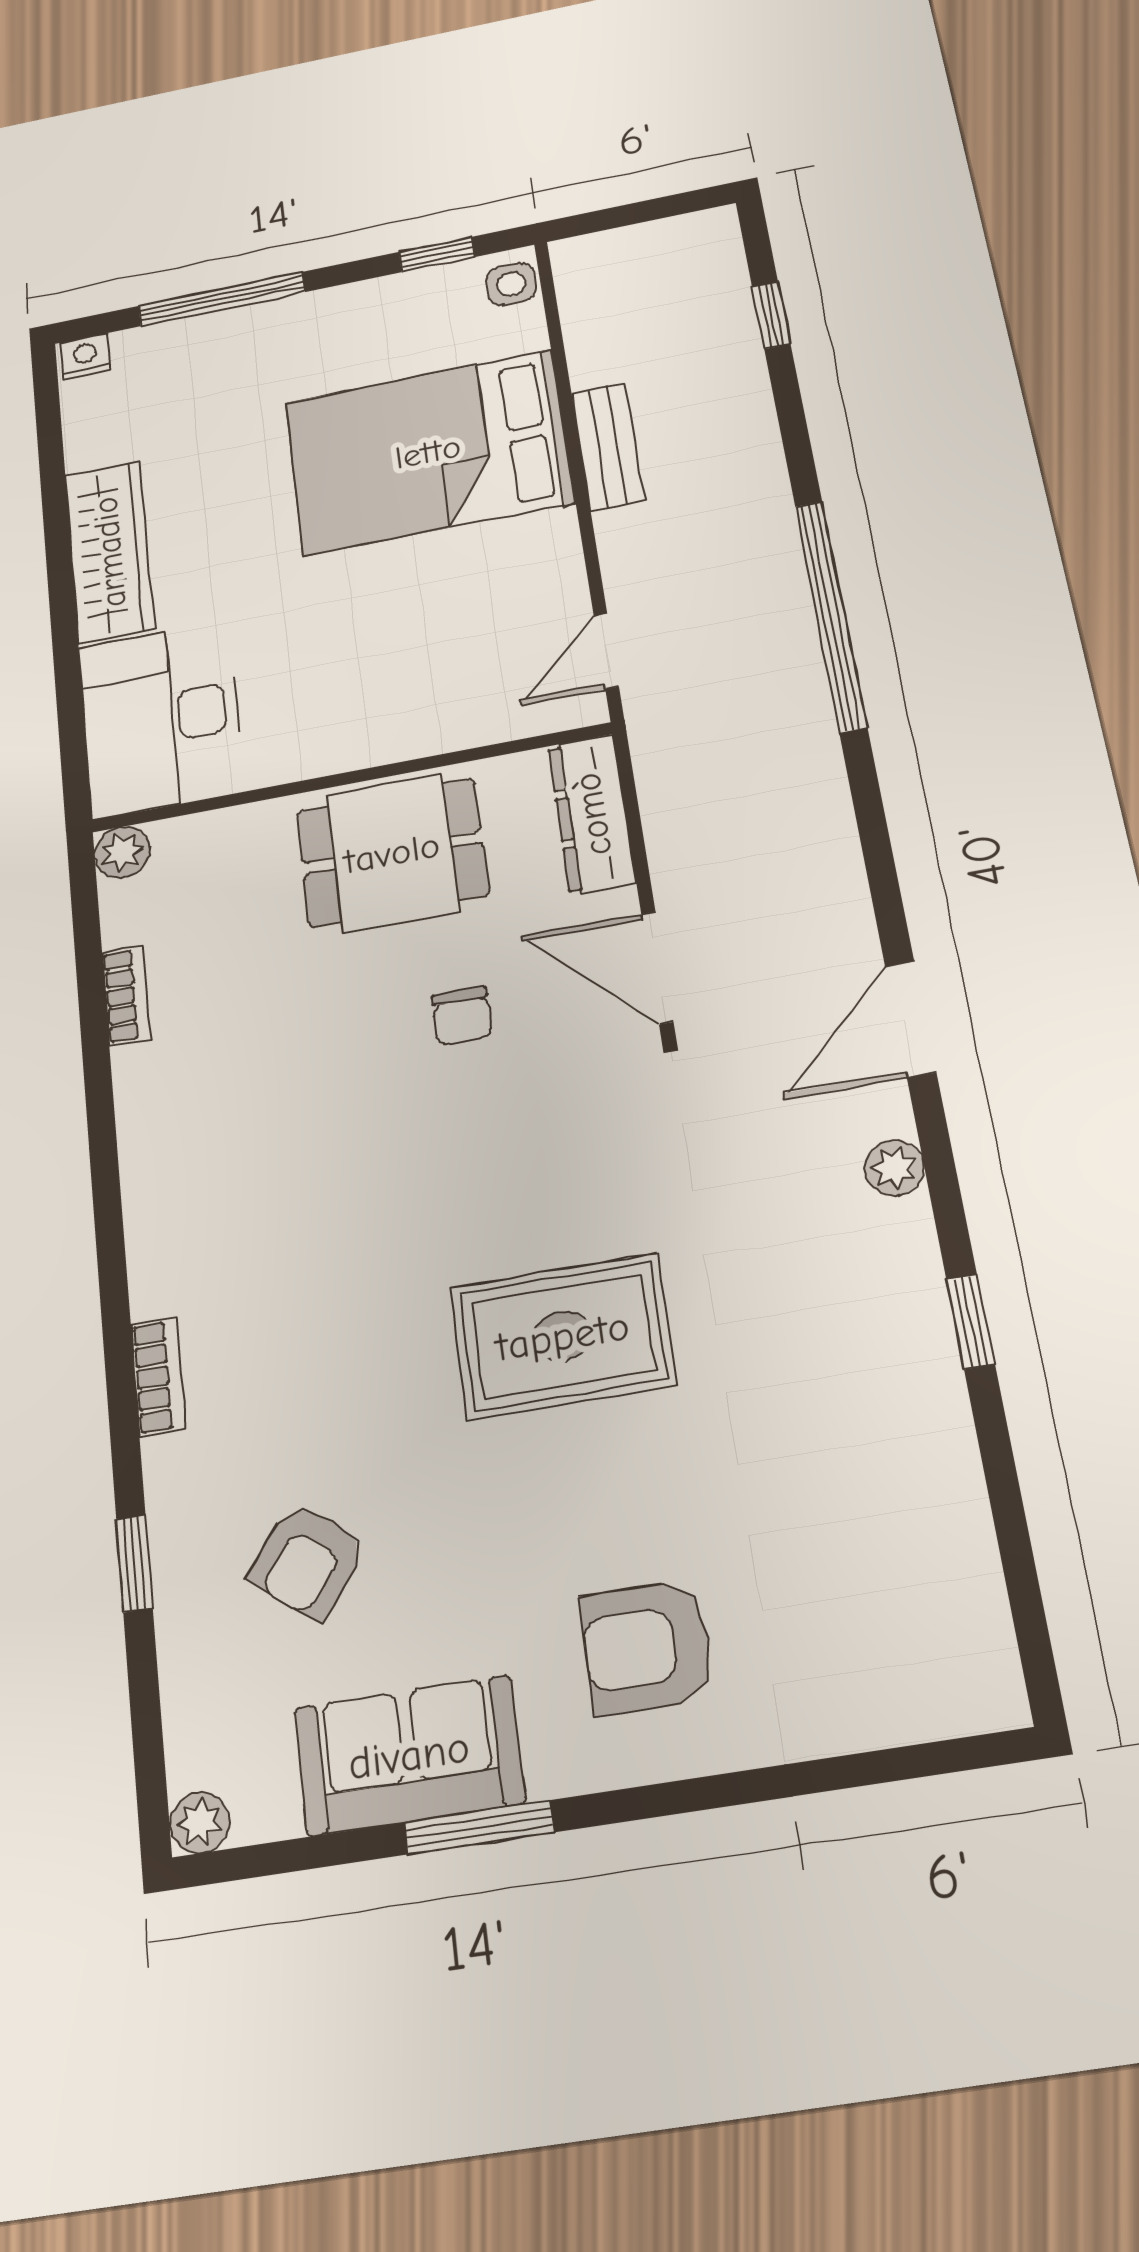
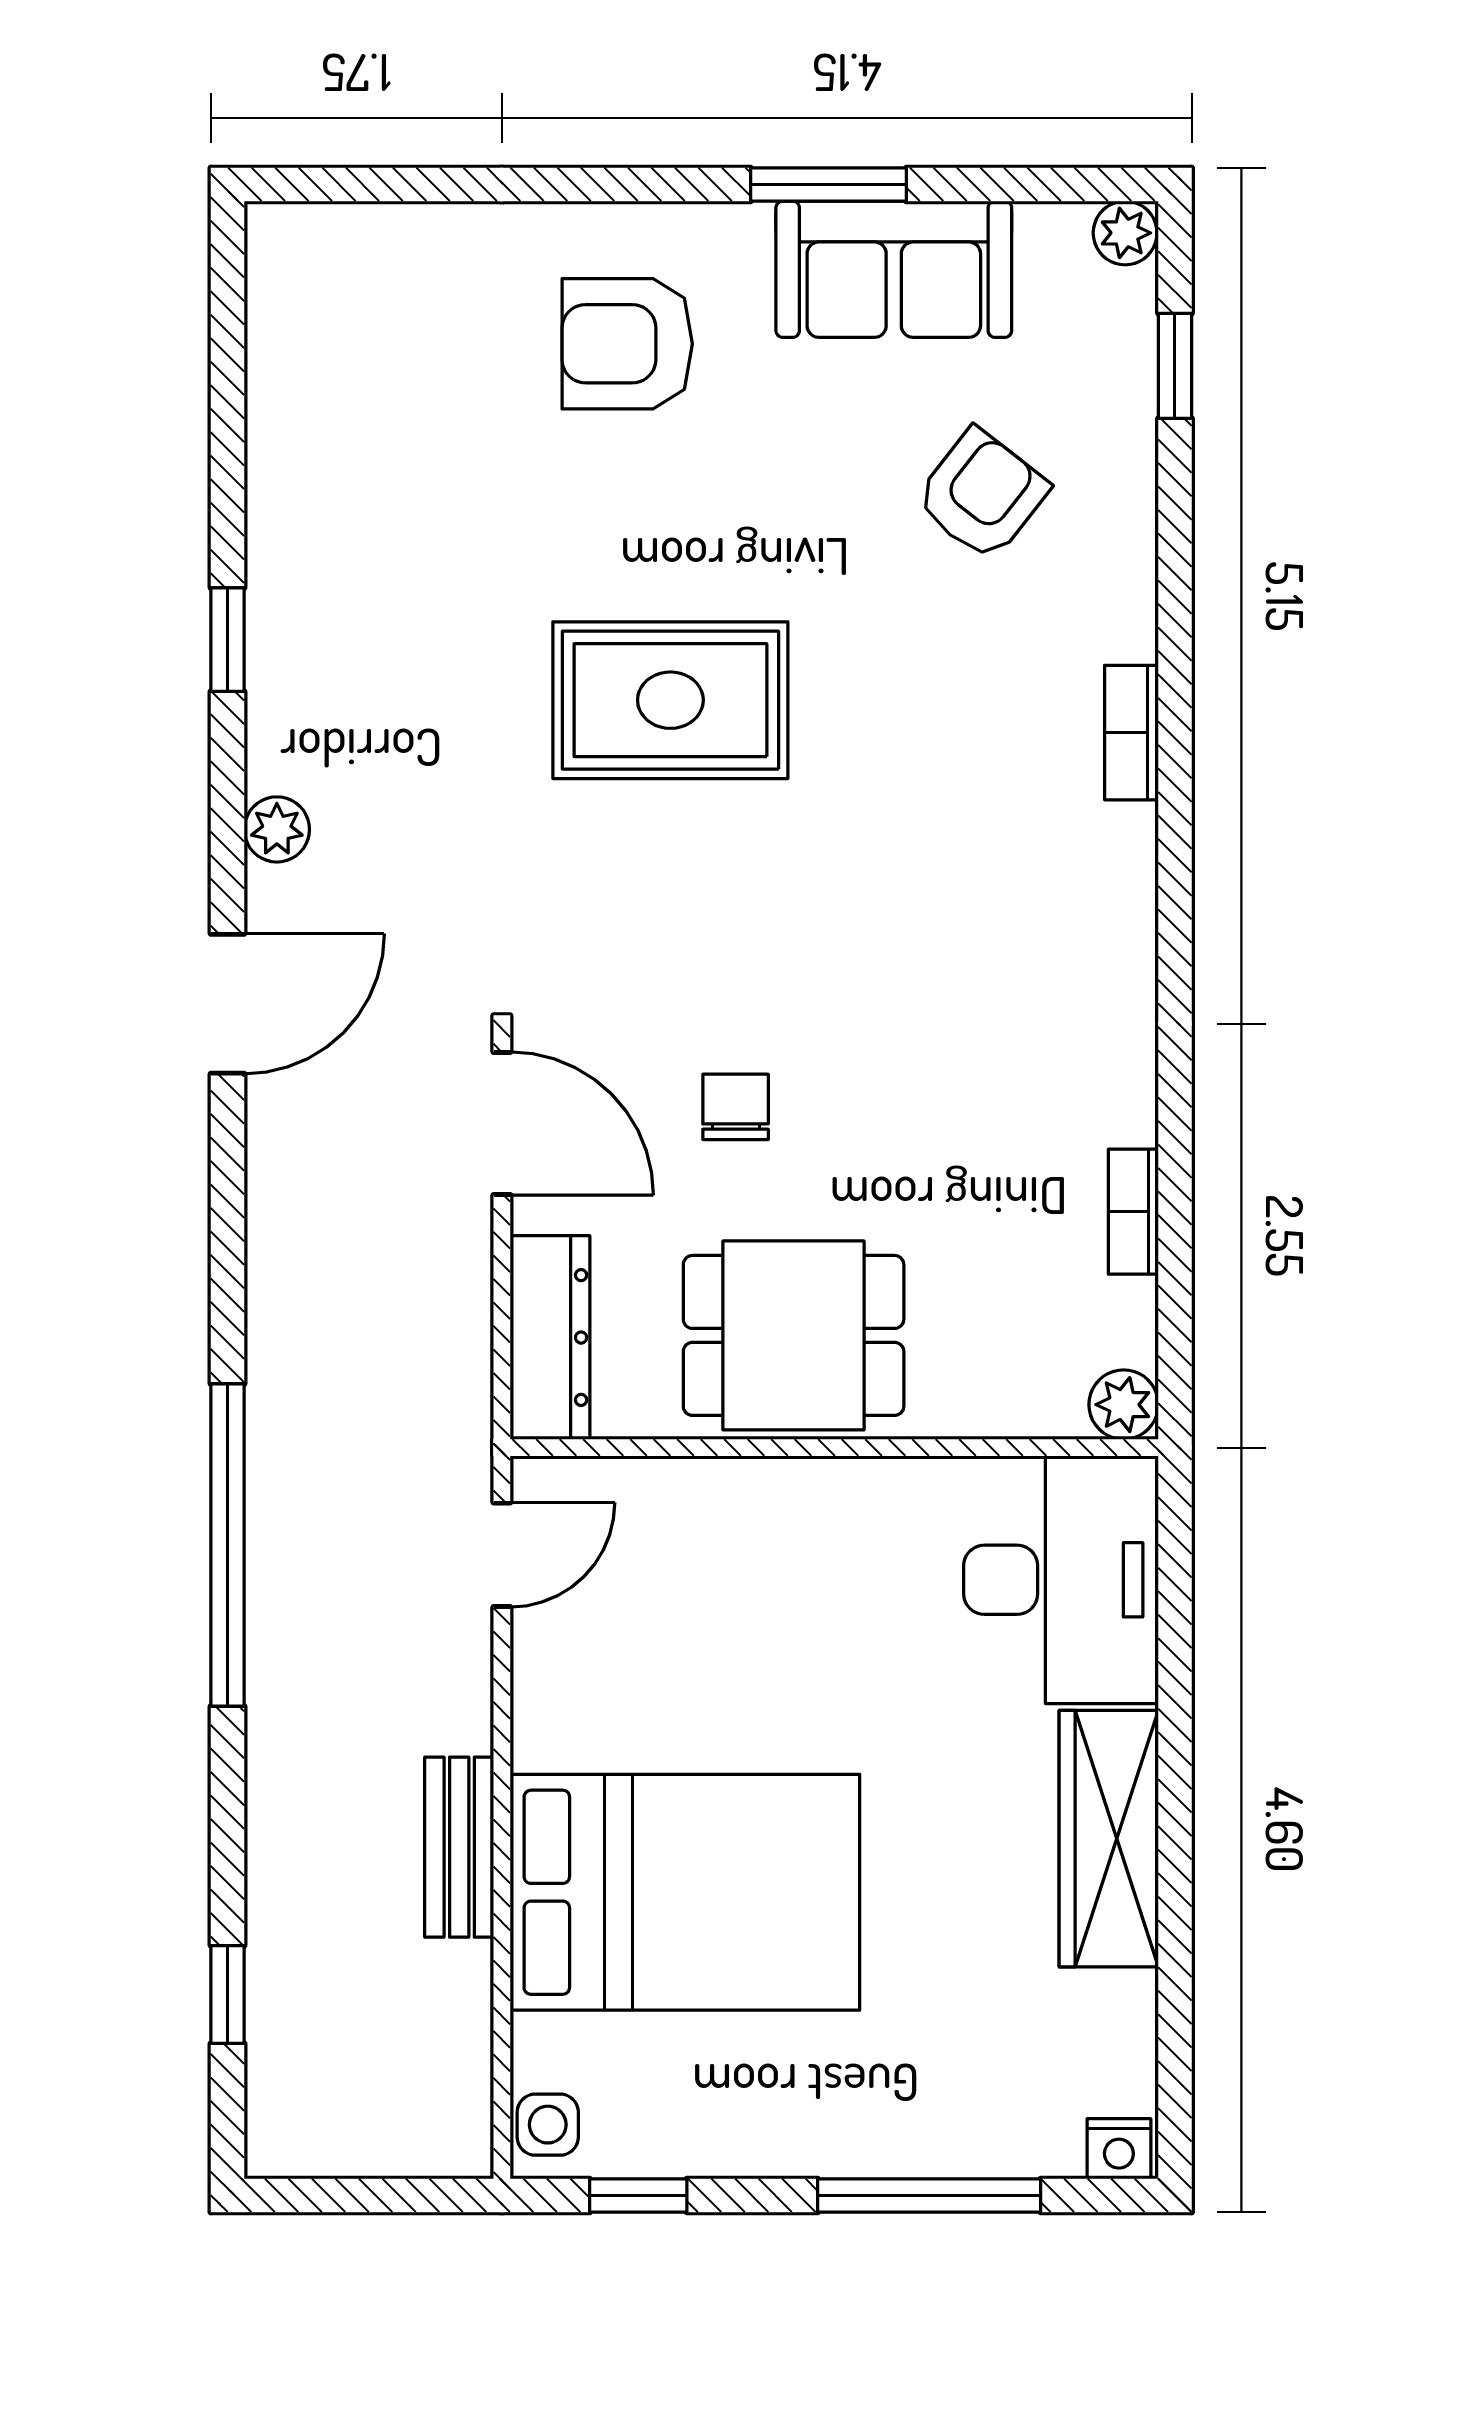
window: (134, 1563) -> (1175, 366), moved
armchair: (647, 1647) -> (627, 344), turned 180

